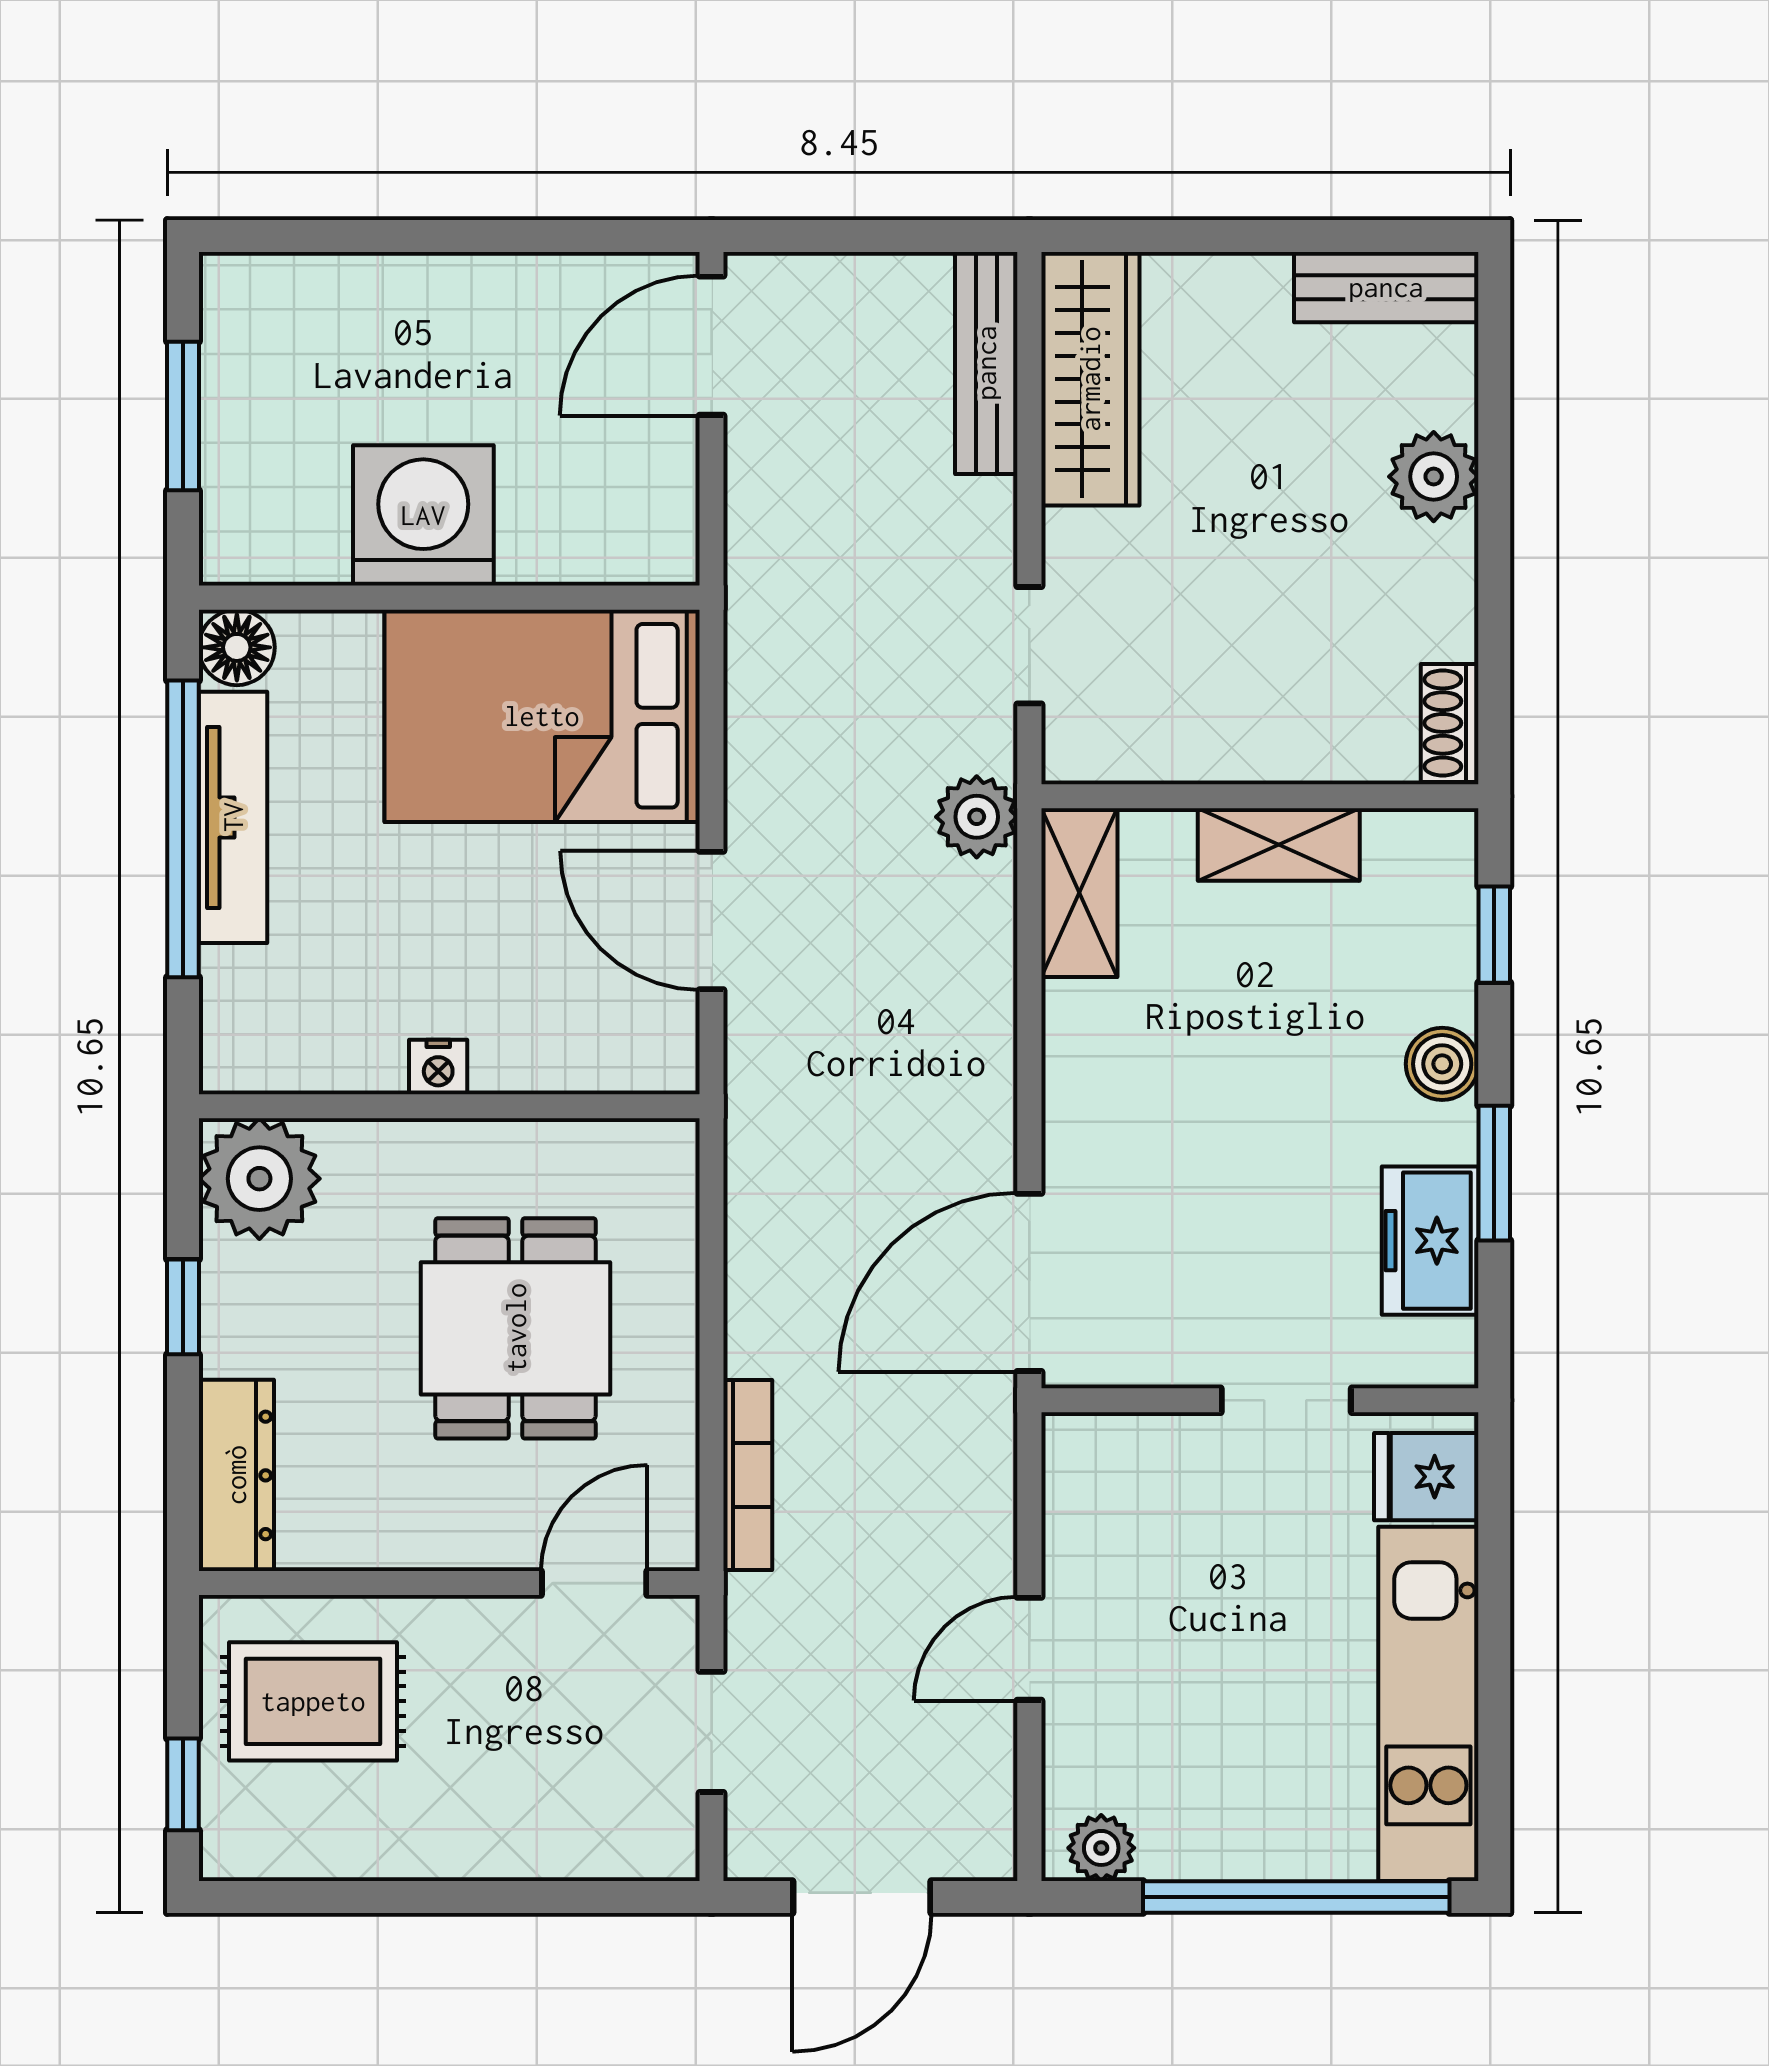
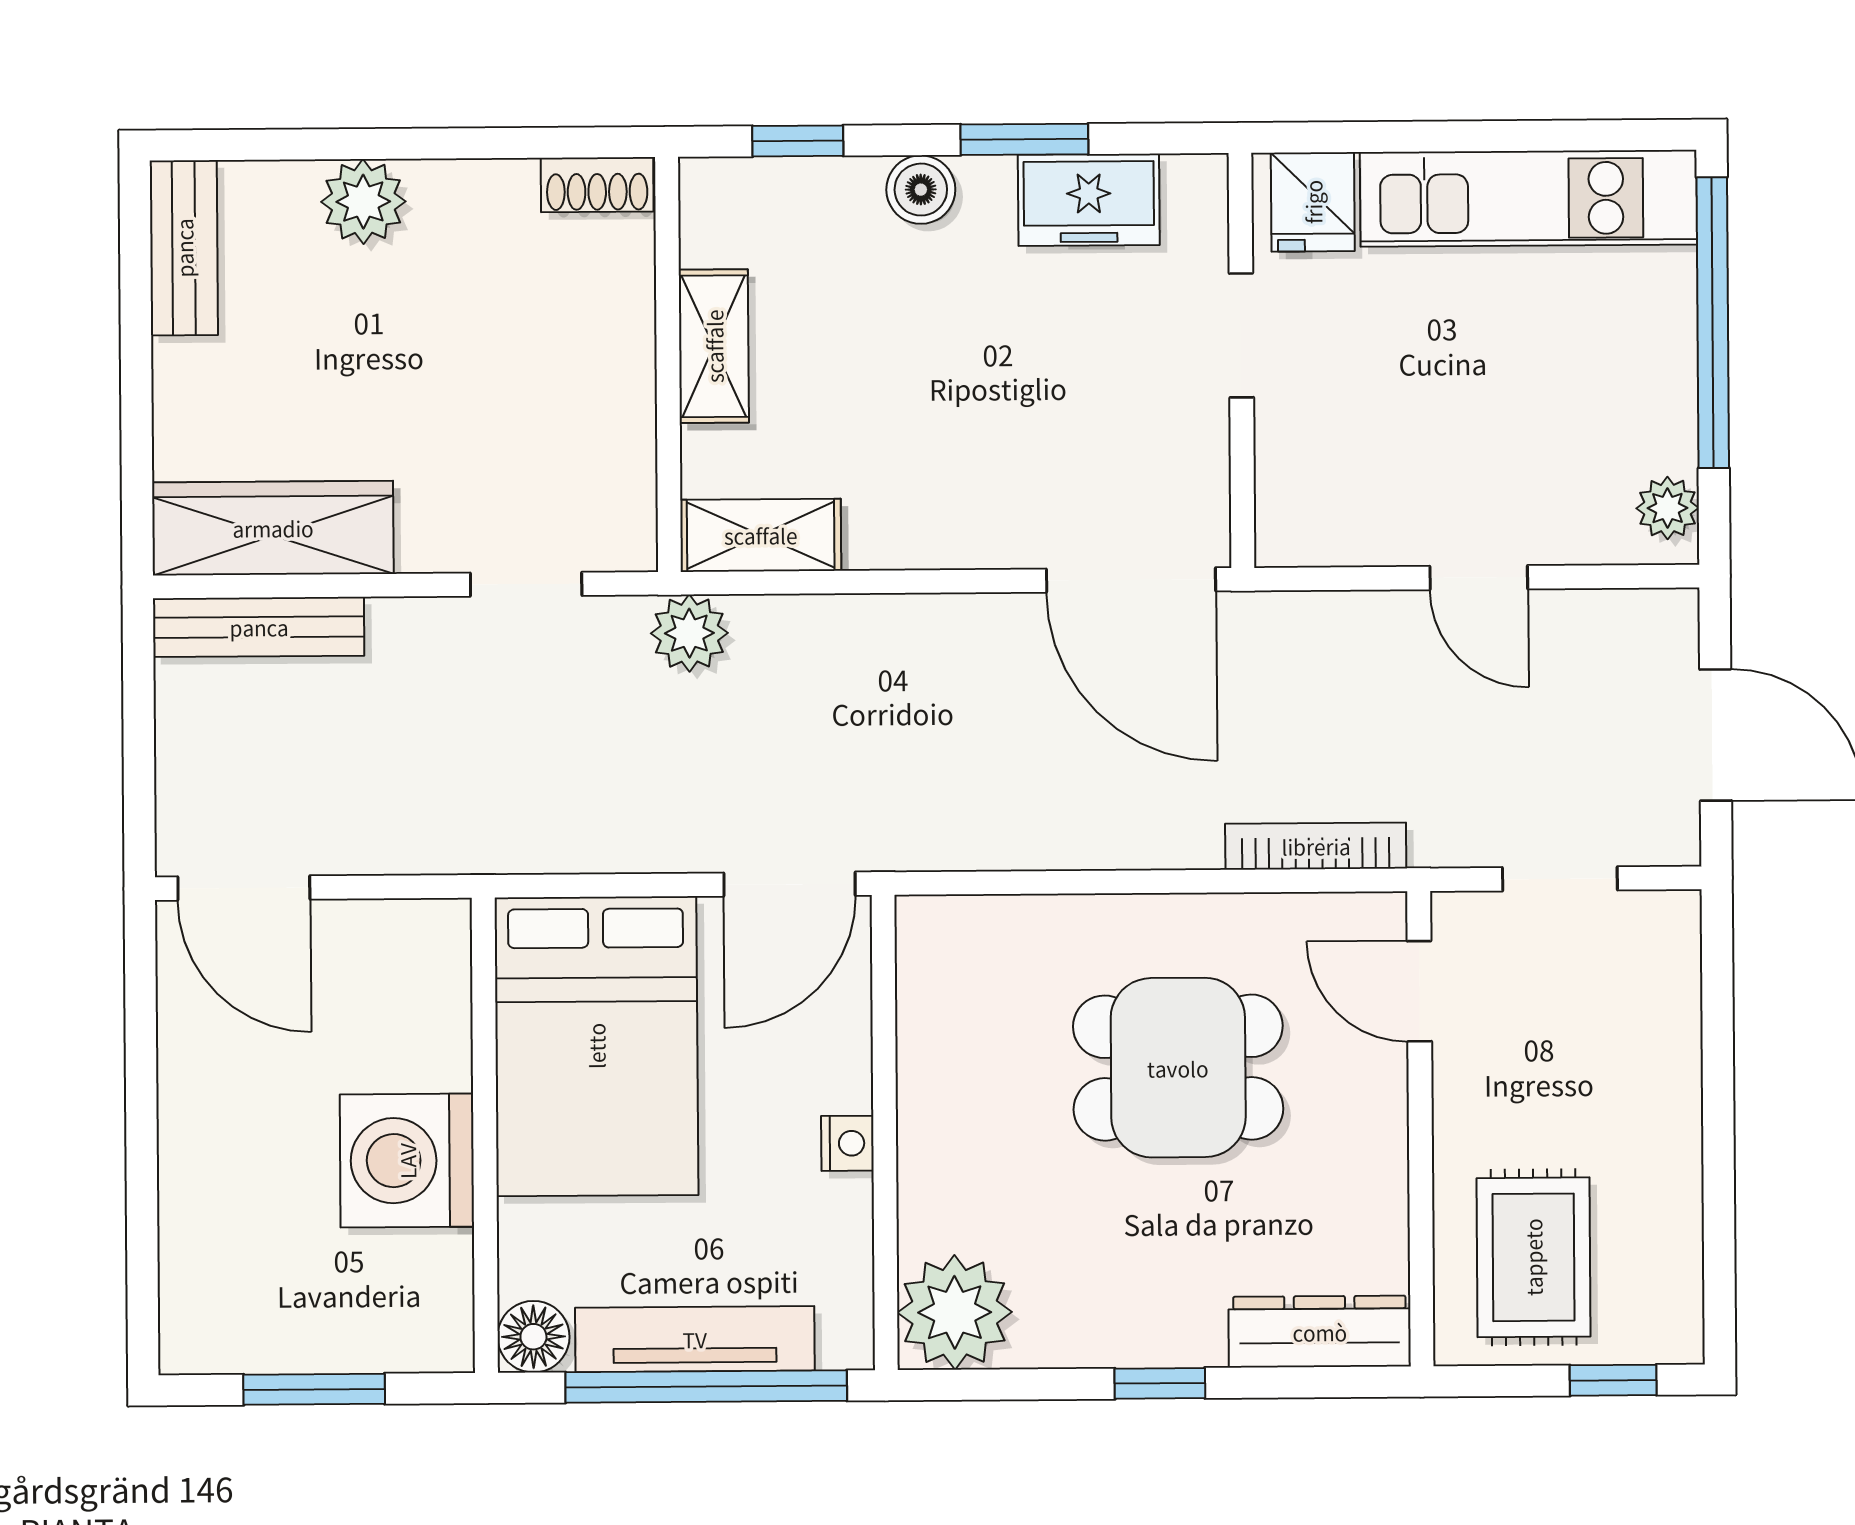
nightstand: (438, 1067) -> (847, 1143), moved
wall: (449, 1106) -> (885, 1133), moved
plant: (259, 1179) -> (955, 1312), moved

